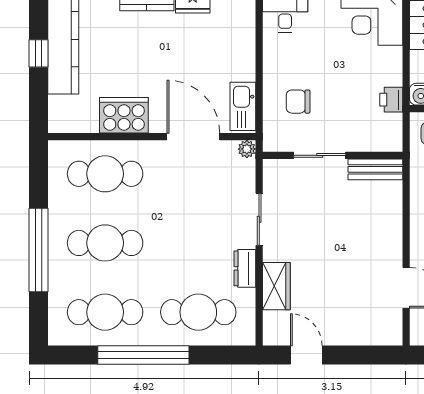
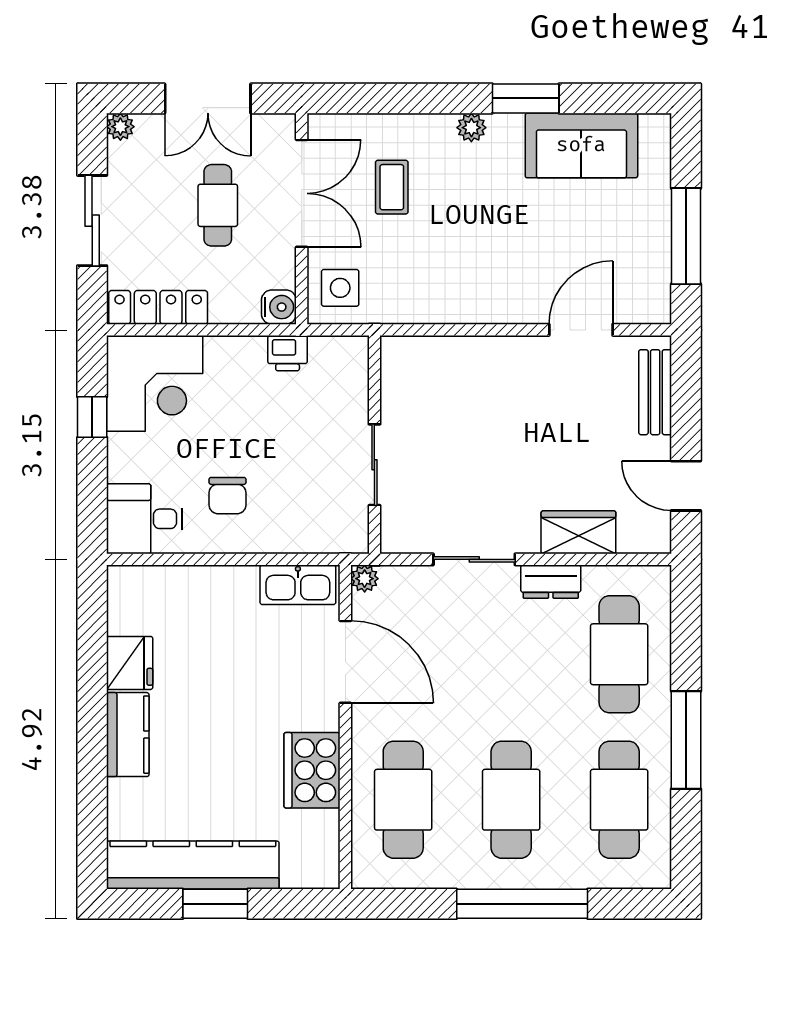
window: (38, 53) -> (215, 904), width x1.50
chair: (298, 102) -> (228, 496), moved
door: (193, 137) -> (345, 662), swing flipped
bench: (375, 169) -> (655, 392), moved
window: (143, 355) -> (686, 740), width x0.68
door: (306, 355) -> (686, 486), hinge flipped

